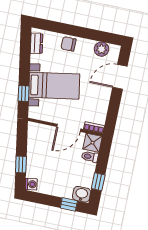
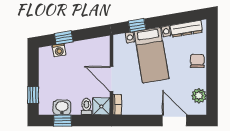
dresser: (37, 43) -> (186, 29), width x1.44
washing machine: (31, 184) -> (59, 50), moved
washbasin: (82, 194) -> (62, 107), moved, turned -90

